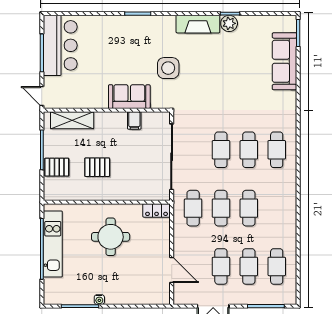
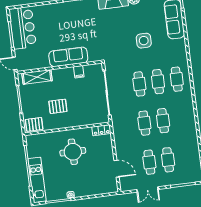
side table: (168, 68) -> (144, 41), moved
sofa: (129, 97) -> (68, 57), width x1.36
pallet: (57, 167) -> (34, 124), moved
cafe table: (193, 208) -> (126, 125), removed
kitchen unit: (53, 244) -> (37, 180), moved
cafe table: (277, 266) -> (187, 157), removed

